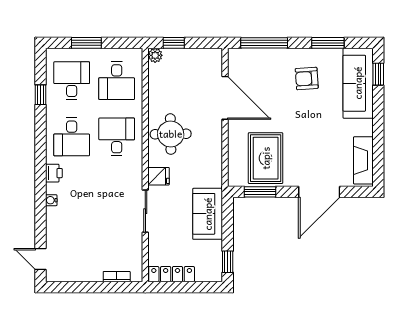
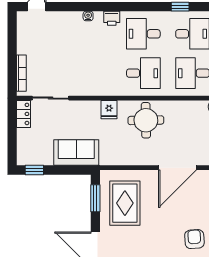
rug: (266, 158) -> (125, 203), turned 90
sliding door: (145, 211) -> (51, 98), moved
locker: (172, 274) -> (24, 114), width x0.66
bookcase: (117, 277) -> (21, 73), width x1.56

